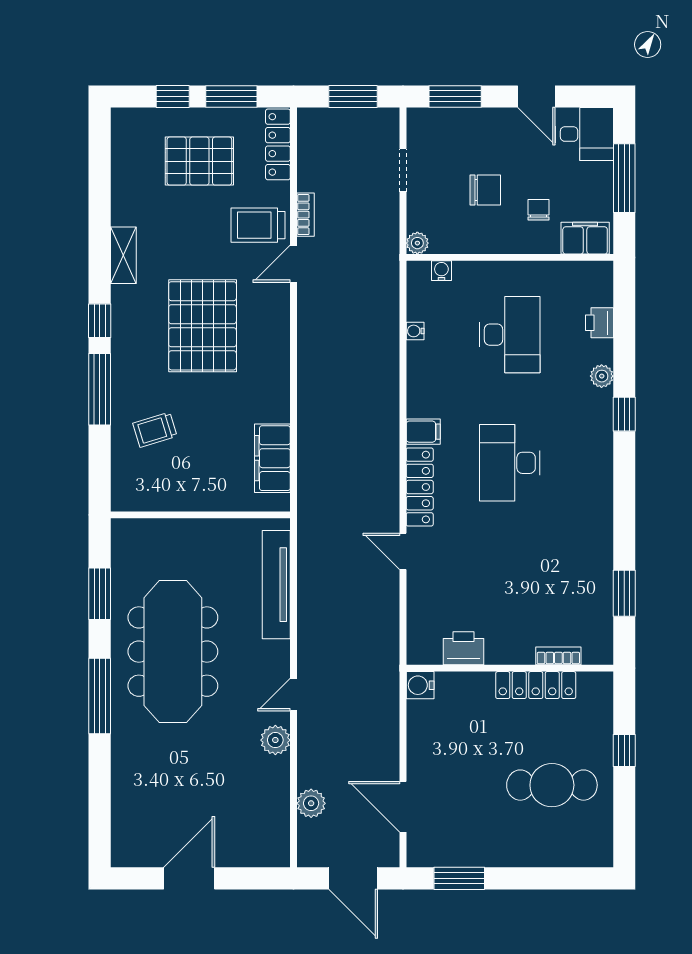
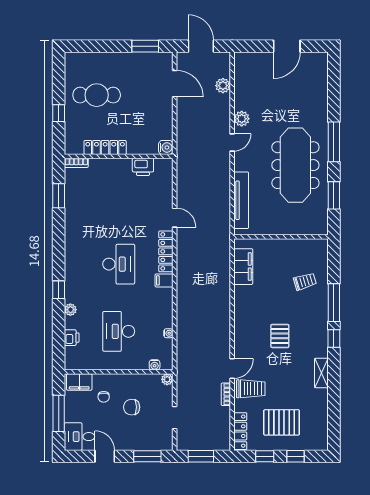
window: (231, 96) -> (265, 456), width x0.67
pallet: (203, 326) -> (280, 336), width x0.49, depth x0.50
bookcase: (558, 656) -> (76, 163), moved

